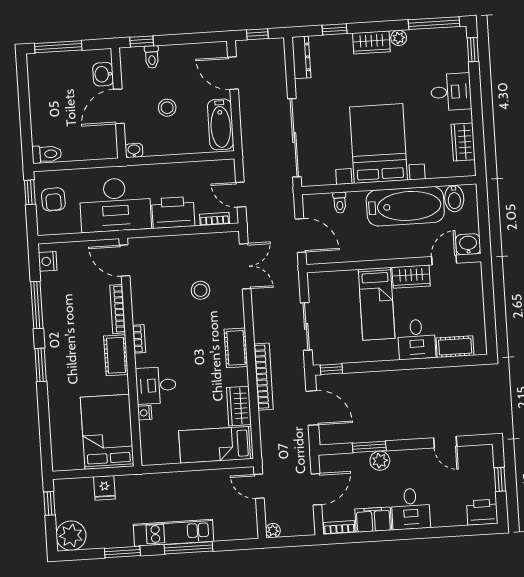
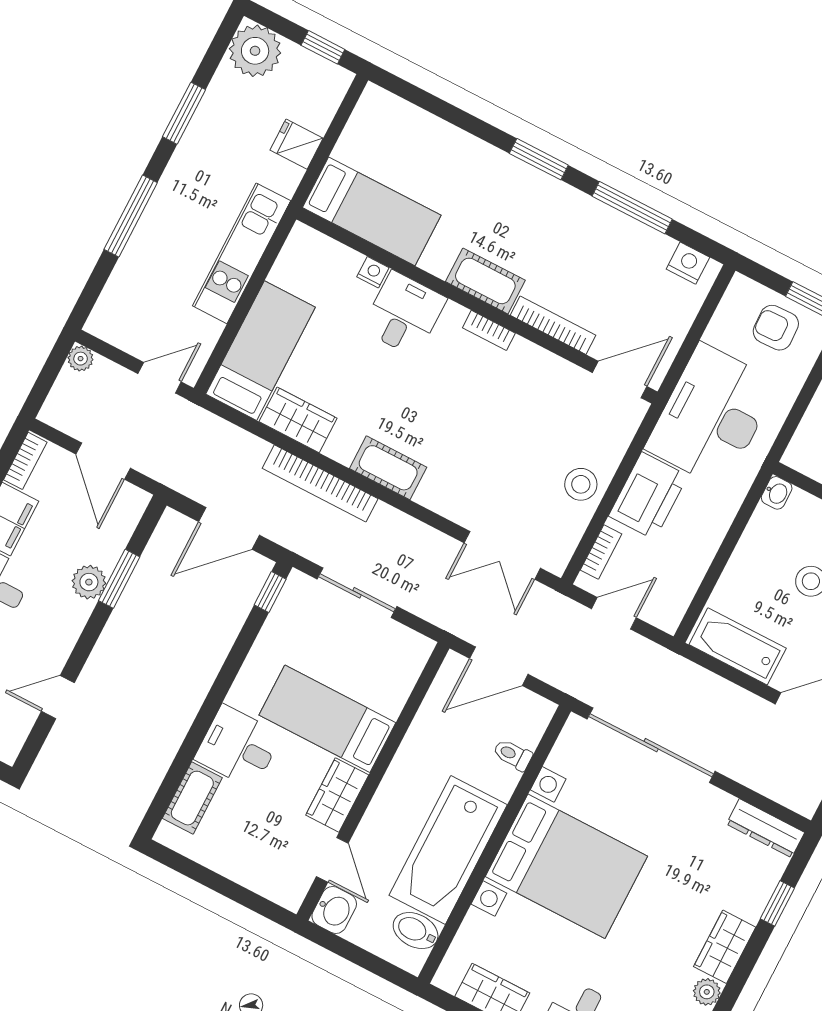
stool: (200, 290) -> (581, 484), moved
bed: (107, 432) -> (372, 211), width x0.67
kitchen unit: (173, 533) -> (242, 253), moved, turned 180

